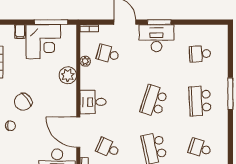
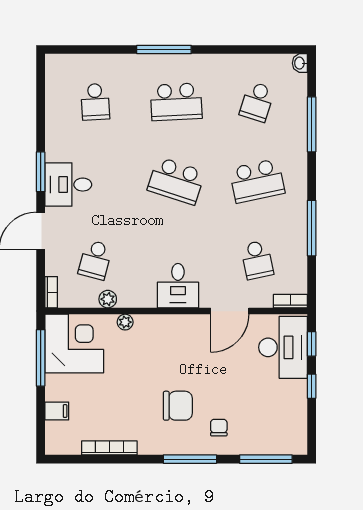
desk: (156, 38) -> (68, 185), width x0.73
corner desk: (43, 42) -> (74, 344), moved
plant: (68, 75) -> (125, 322), width x0.53, depth x0.53
chair: (23, 102) -> (178, 406), turned -52
door: (78, 132) -> (230, 311), width x0.73
school desk: (108, 148) -> (257, 260), turned -36

